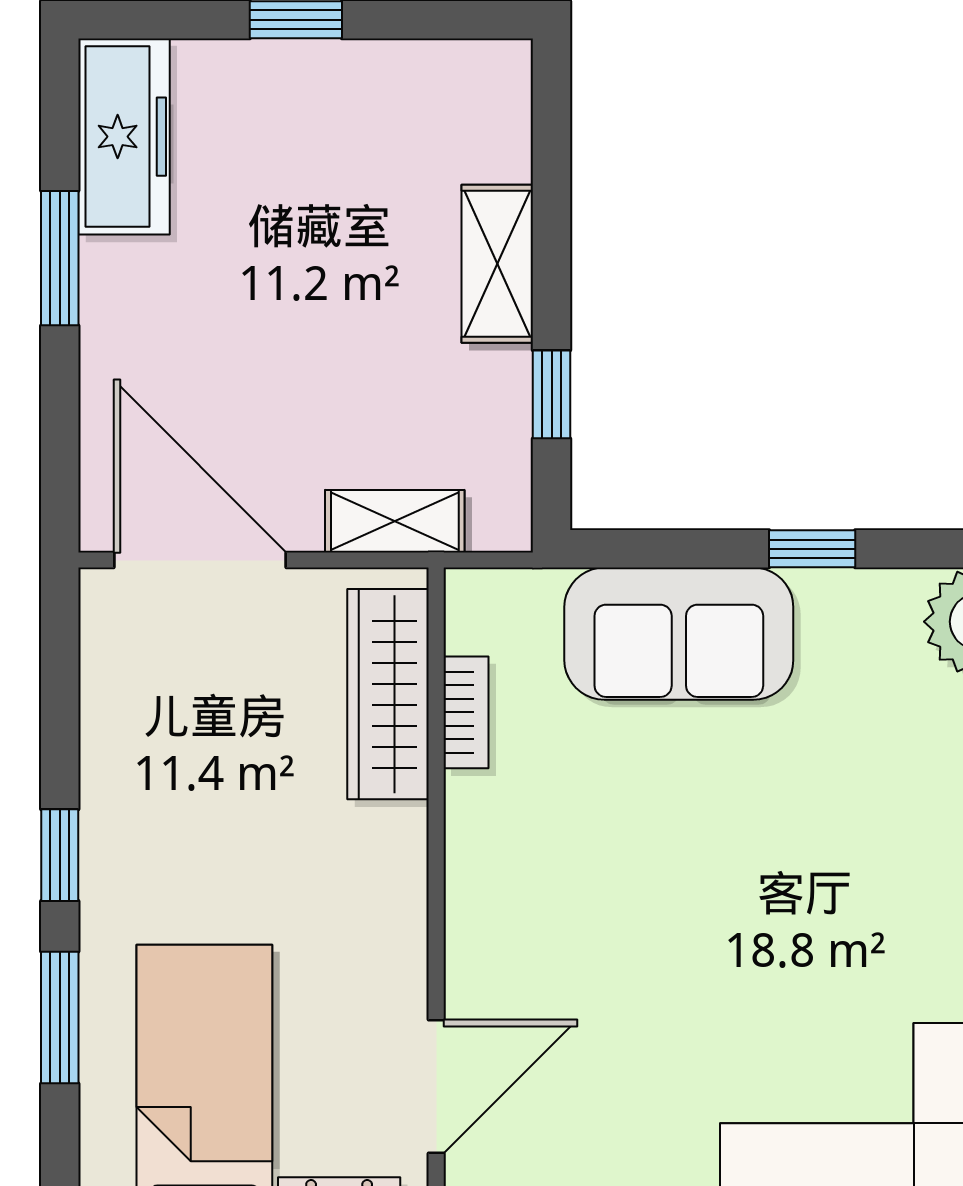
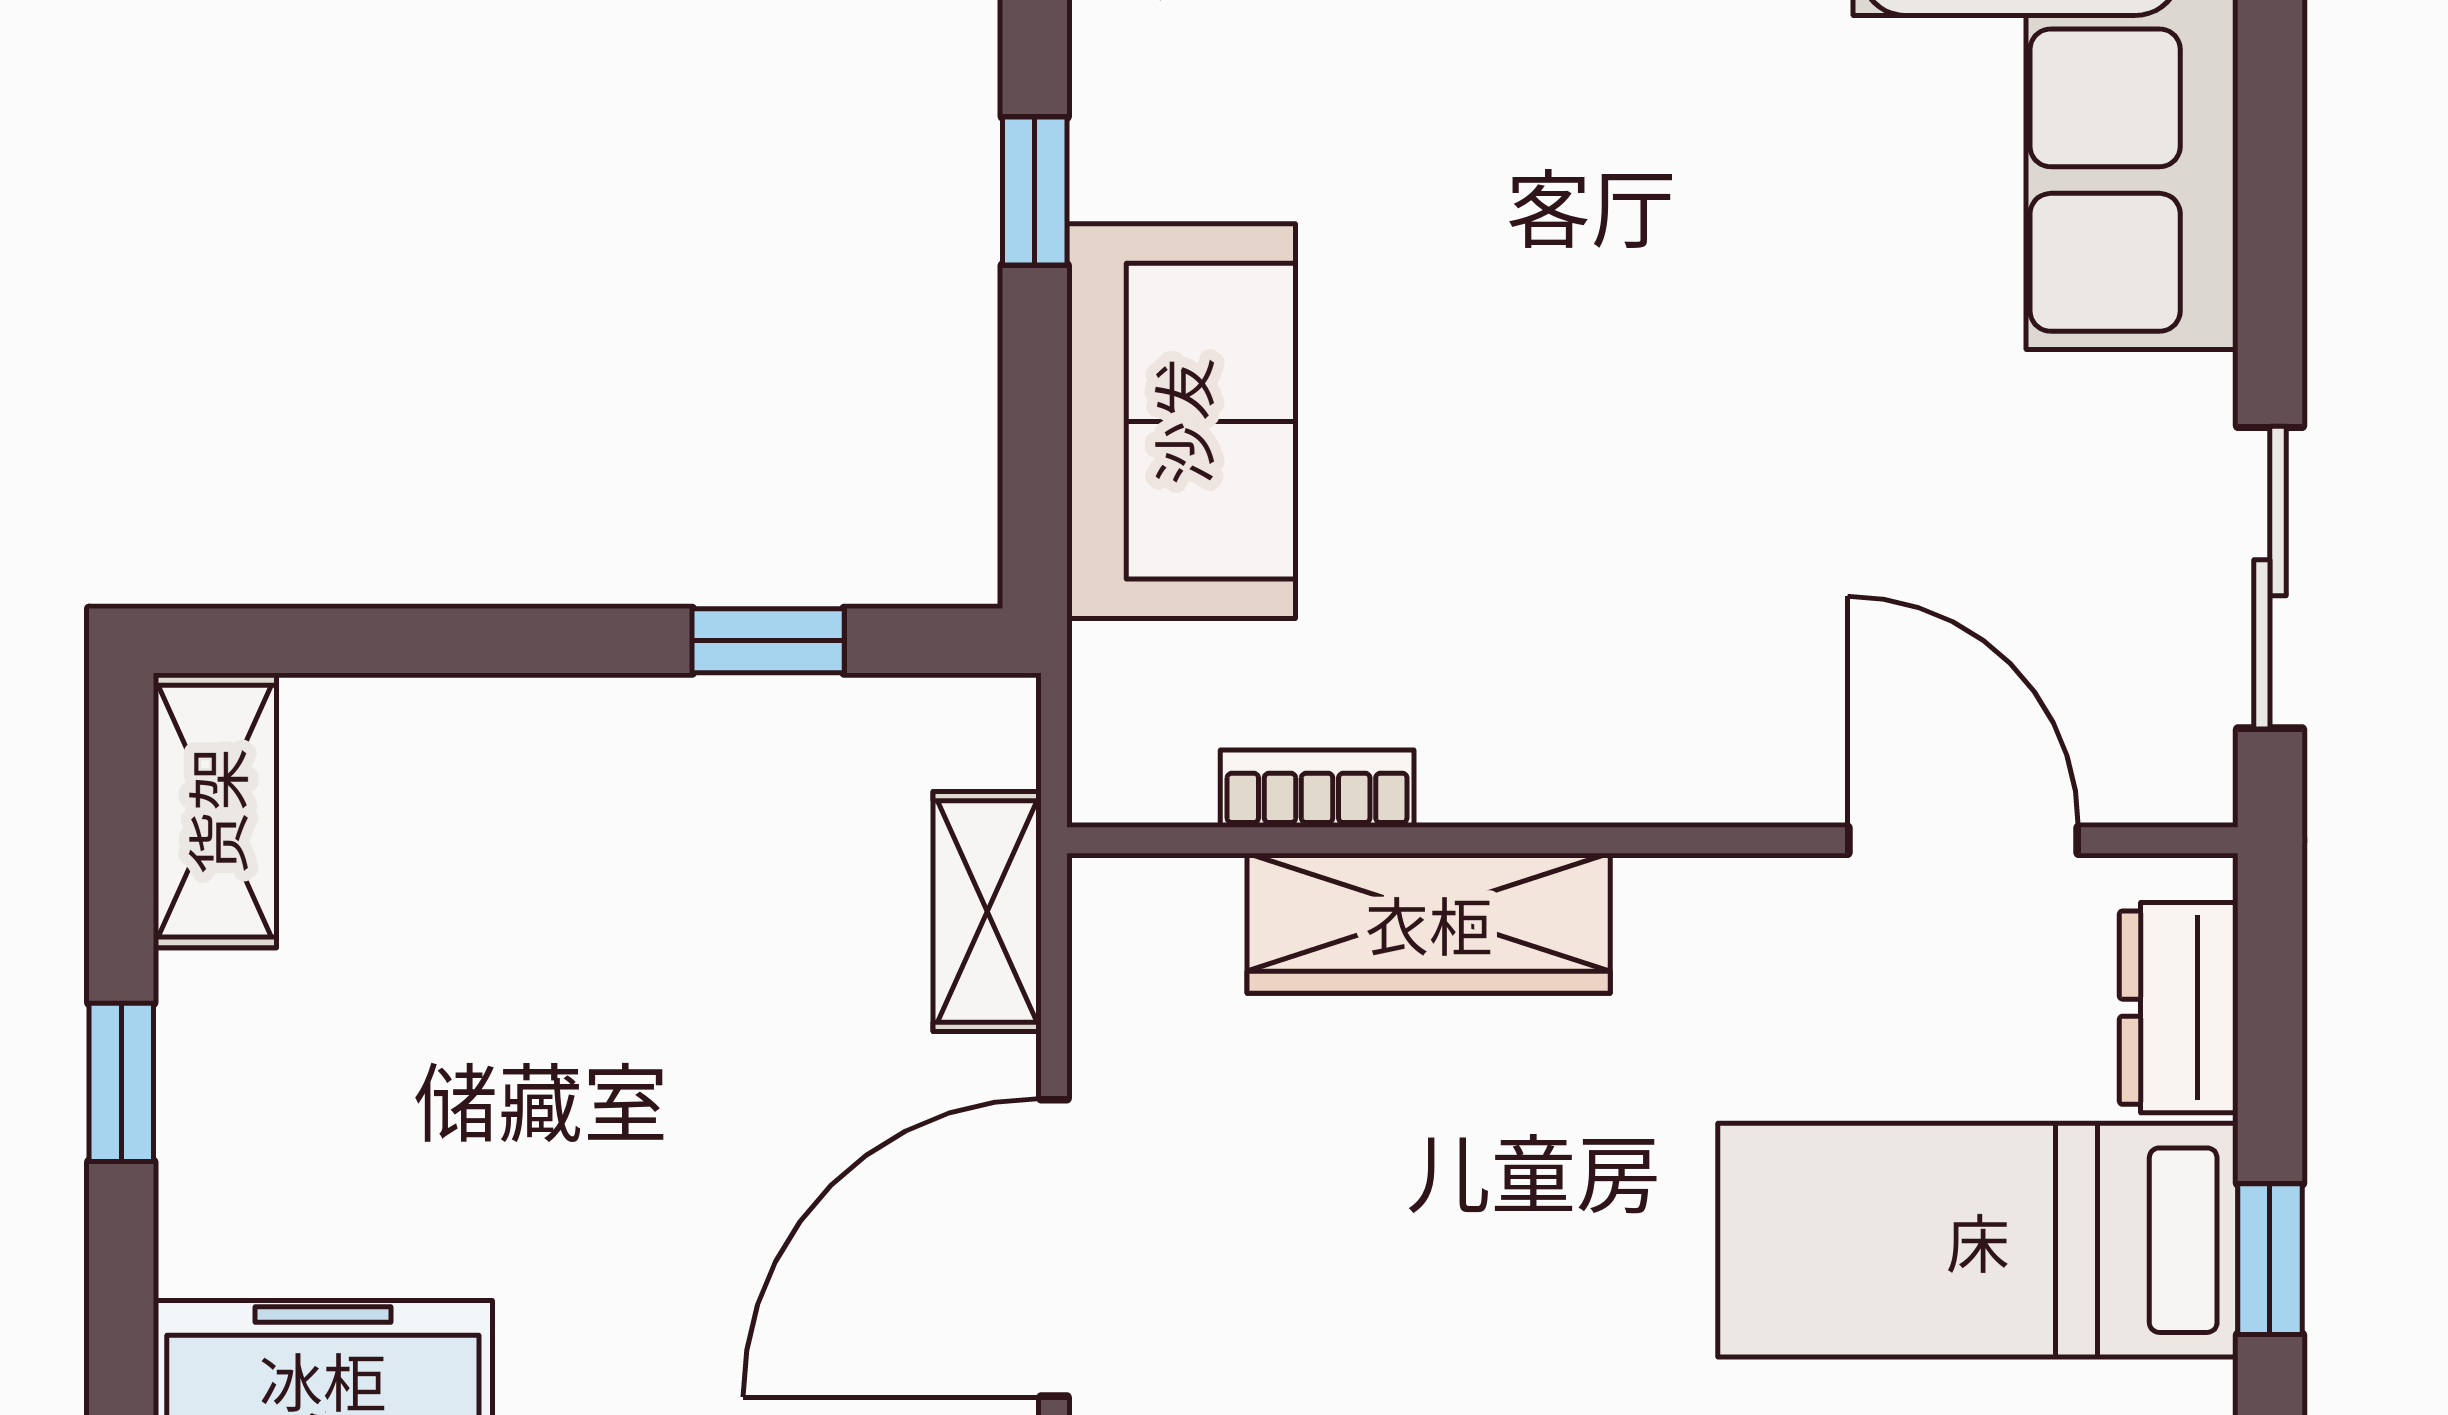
shelving: (497, 264) -> (215, 811), moved, turned 90
wardrobe: (388, 694) -> (1429, 923), moved

